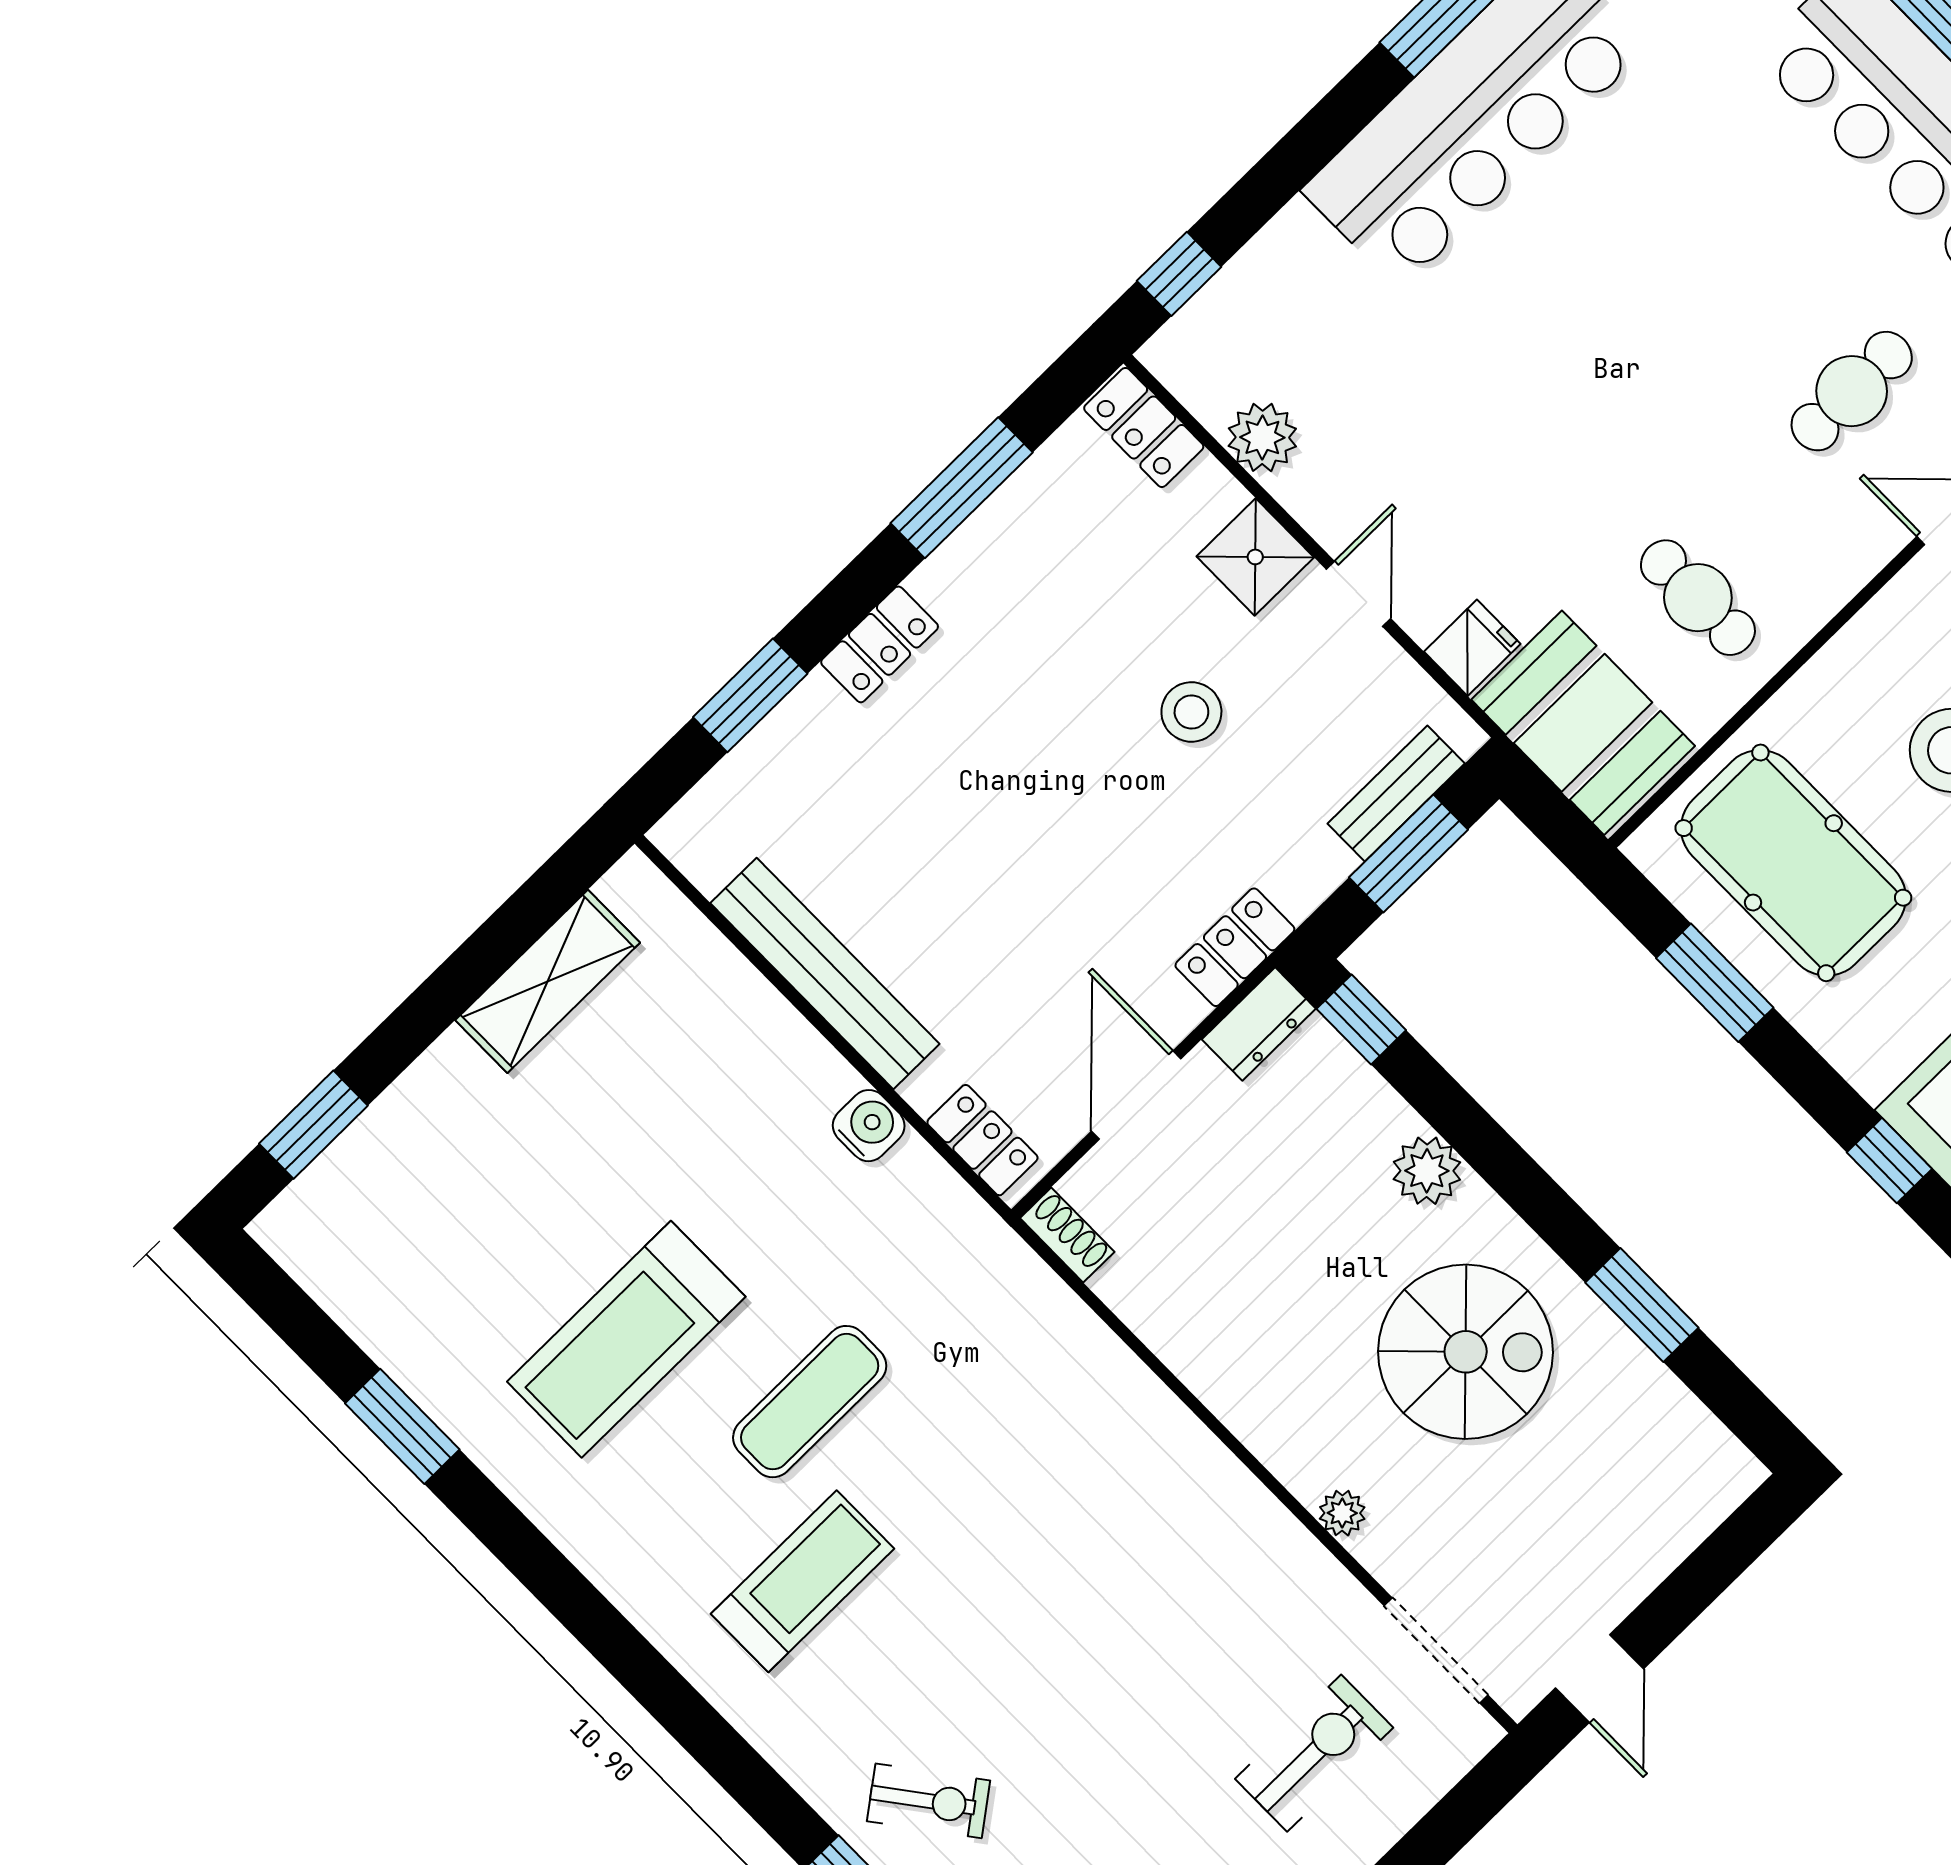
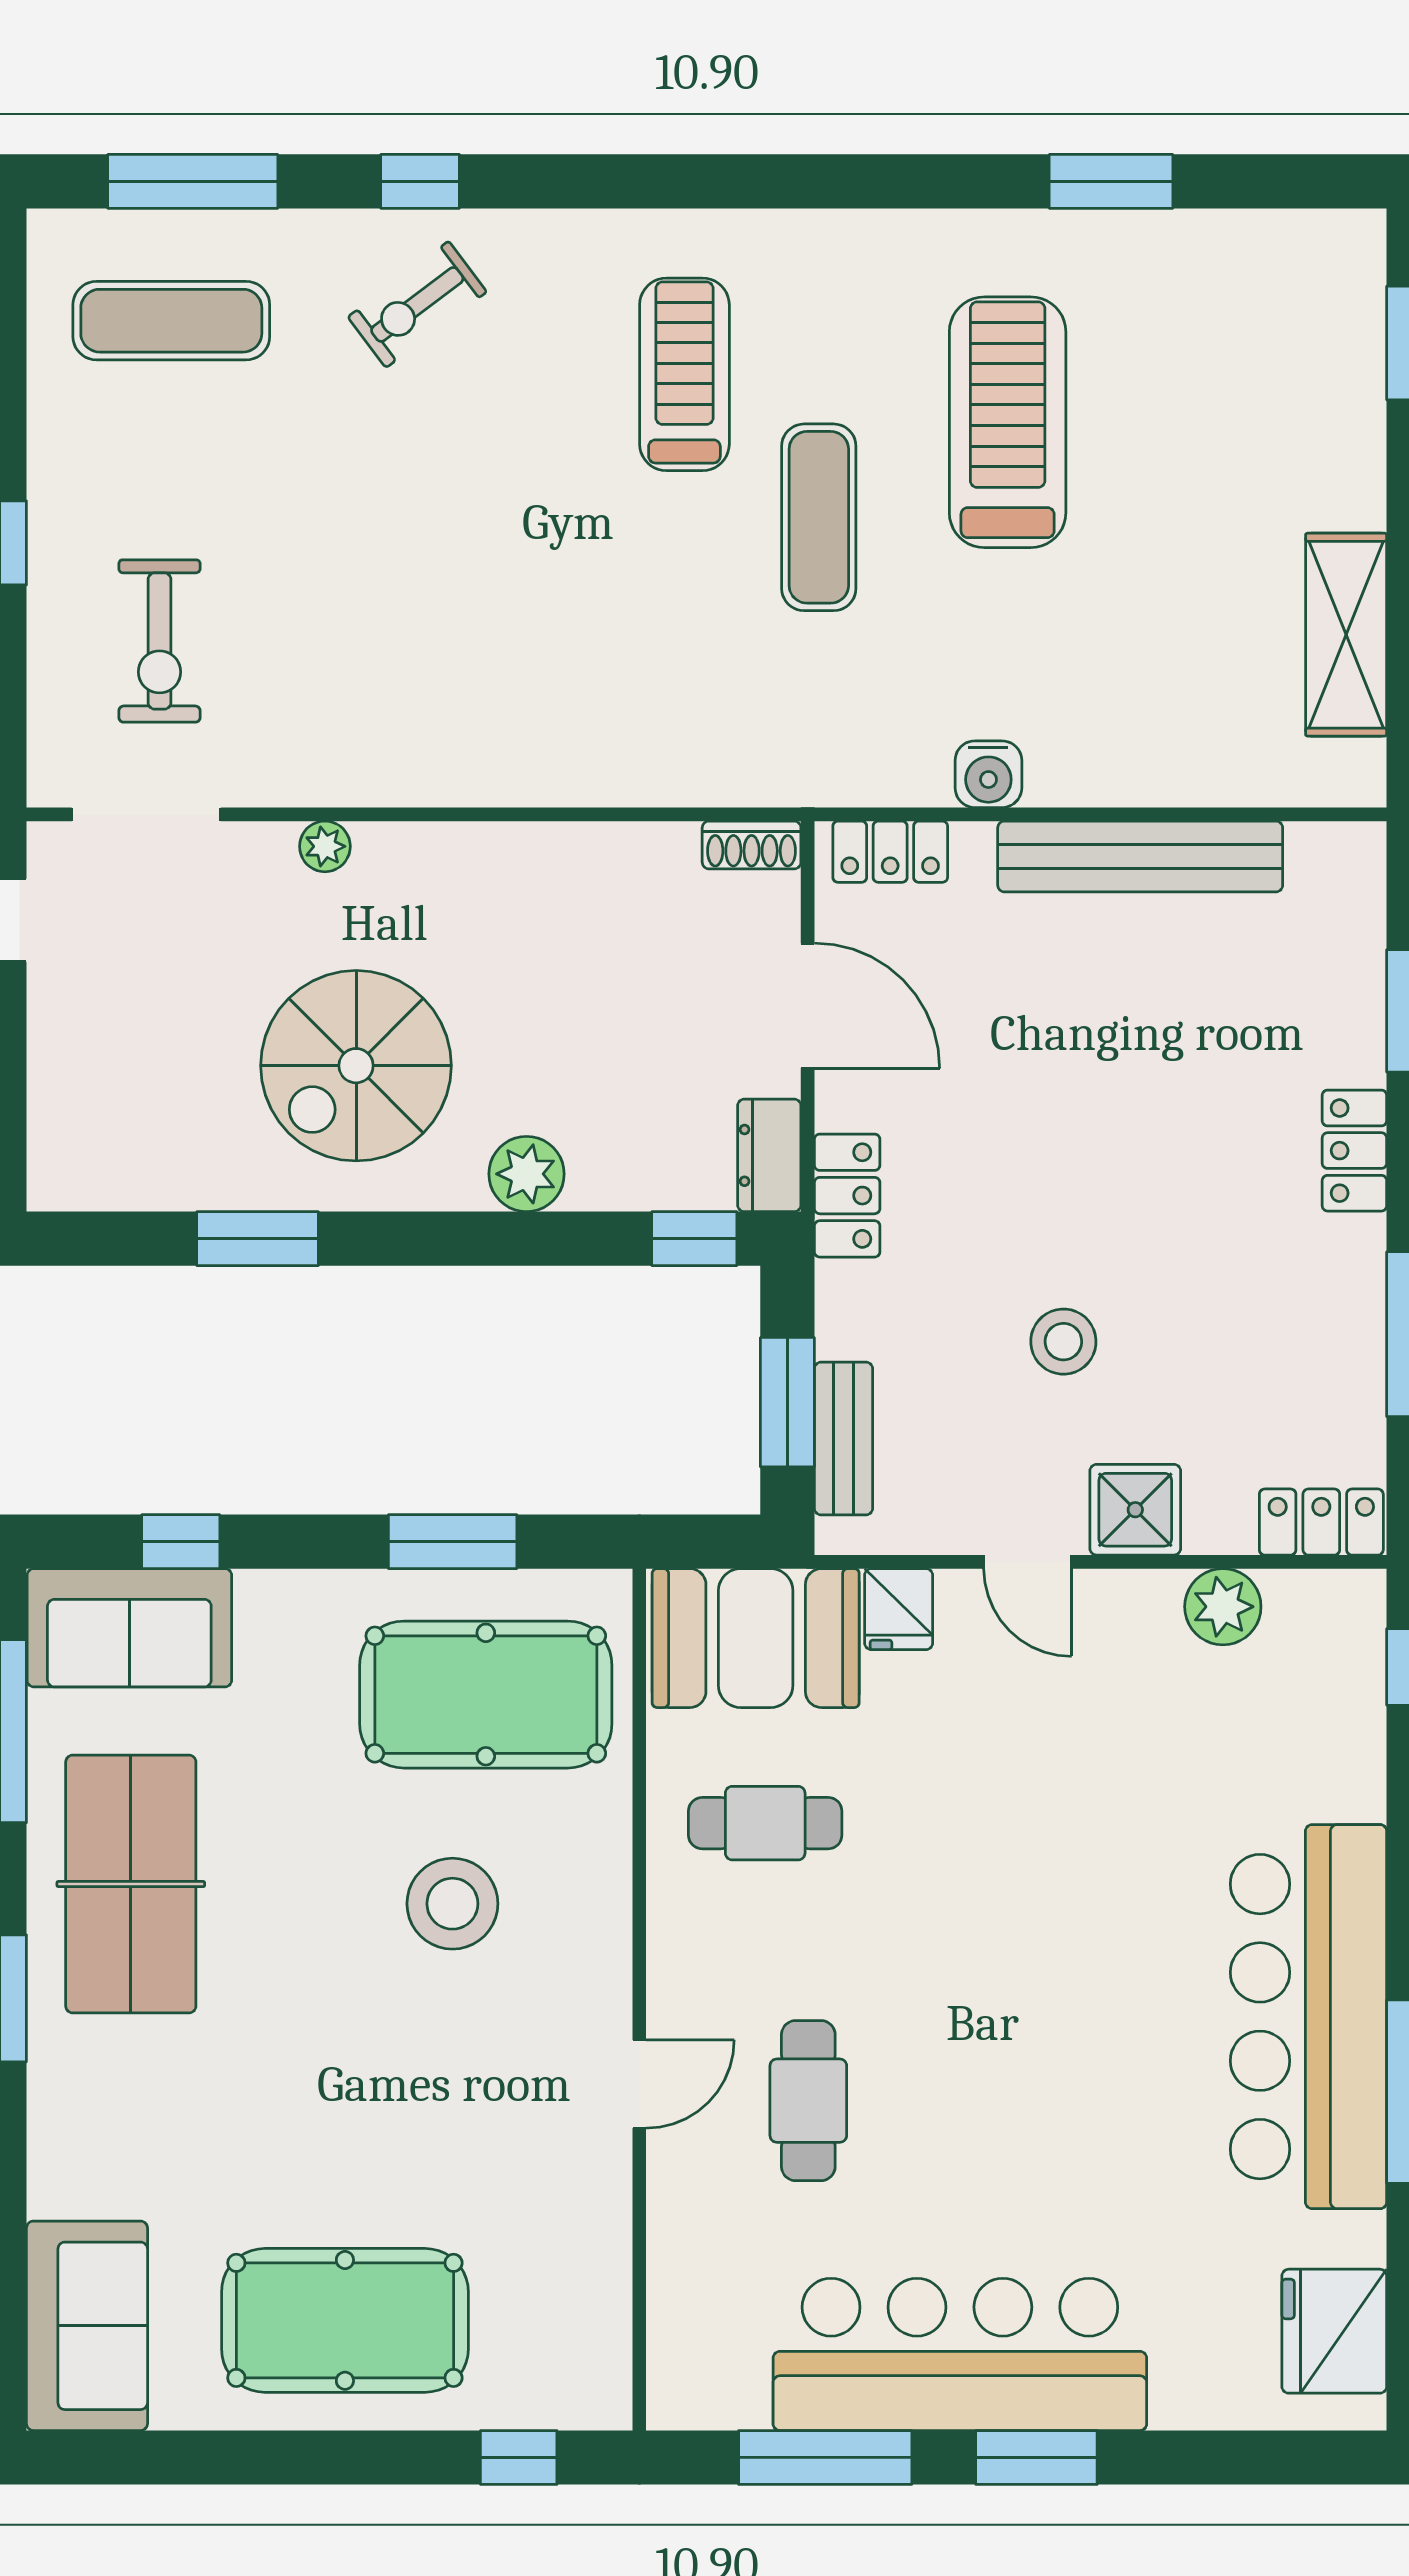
treadmill: (803, 1581) -> (684, 374), turned 180

